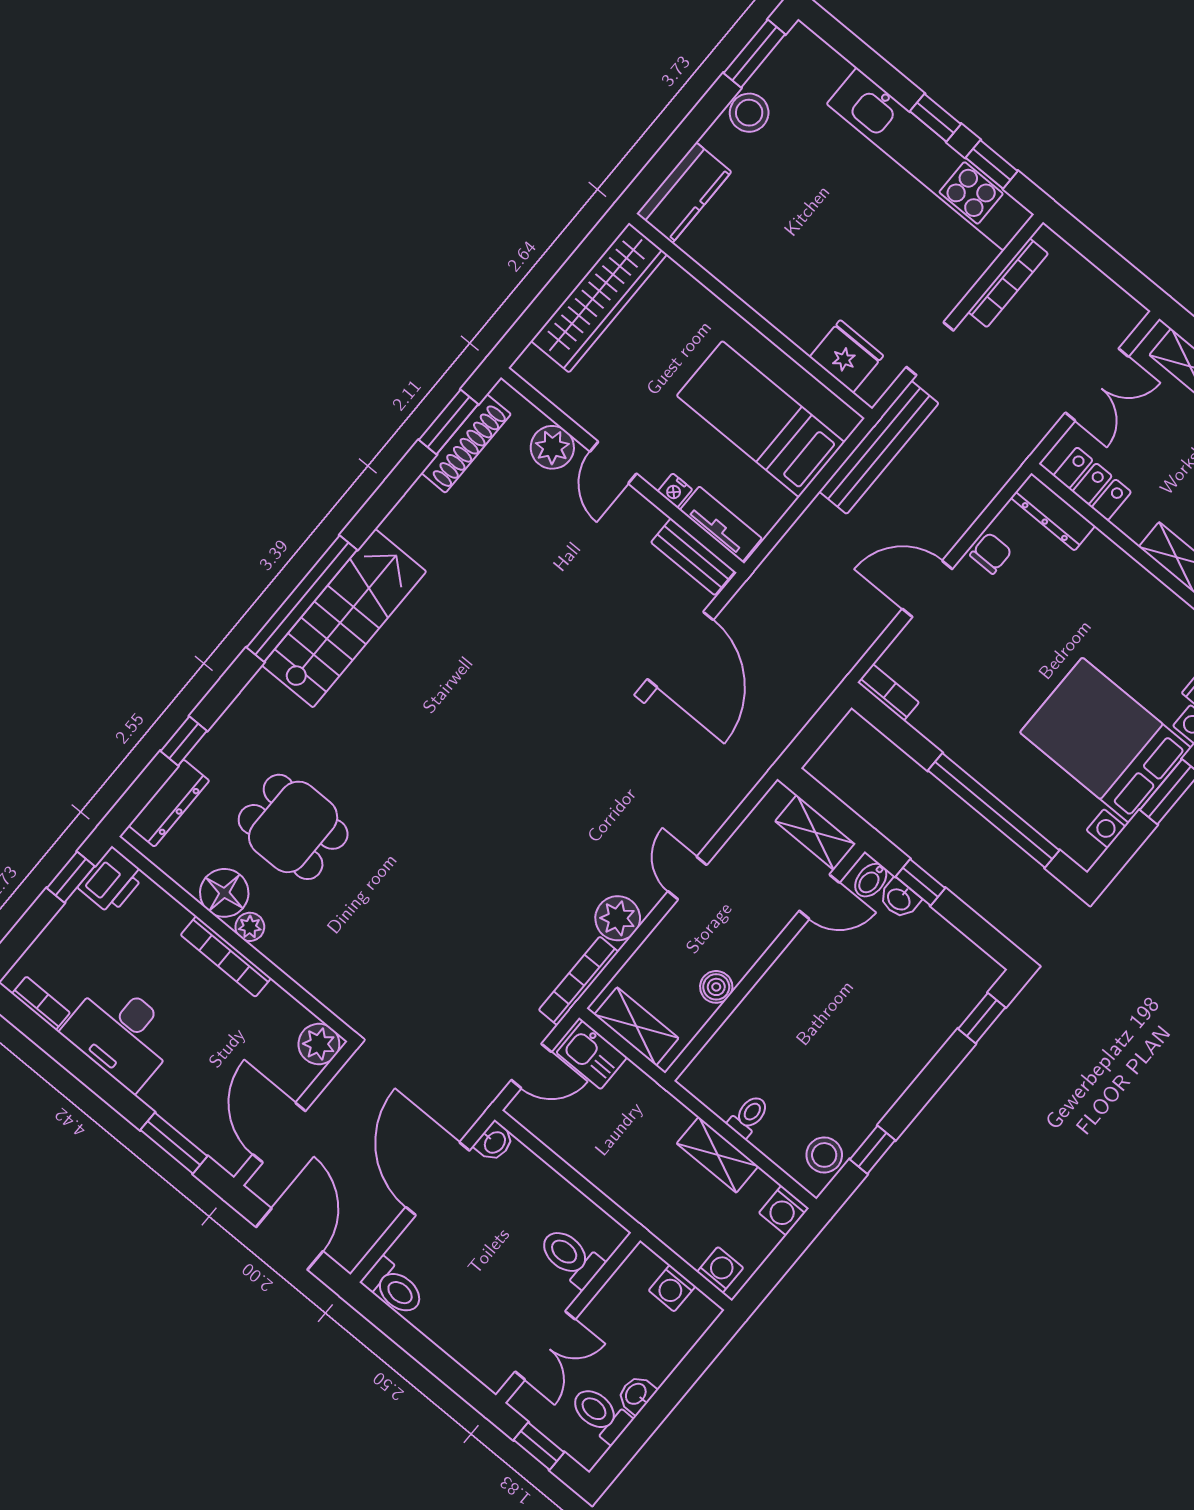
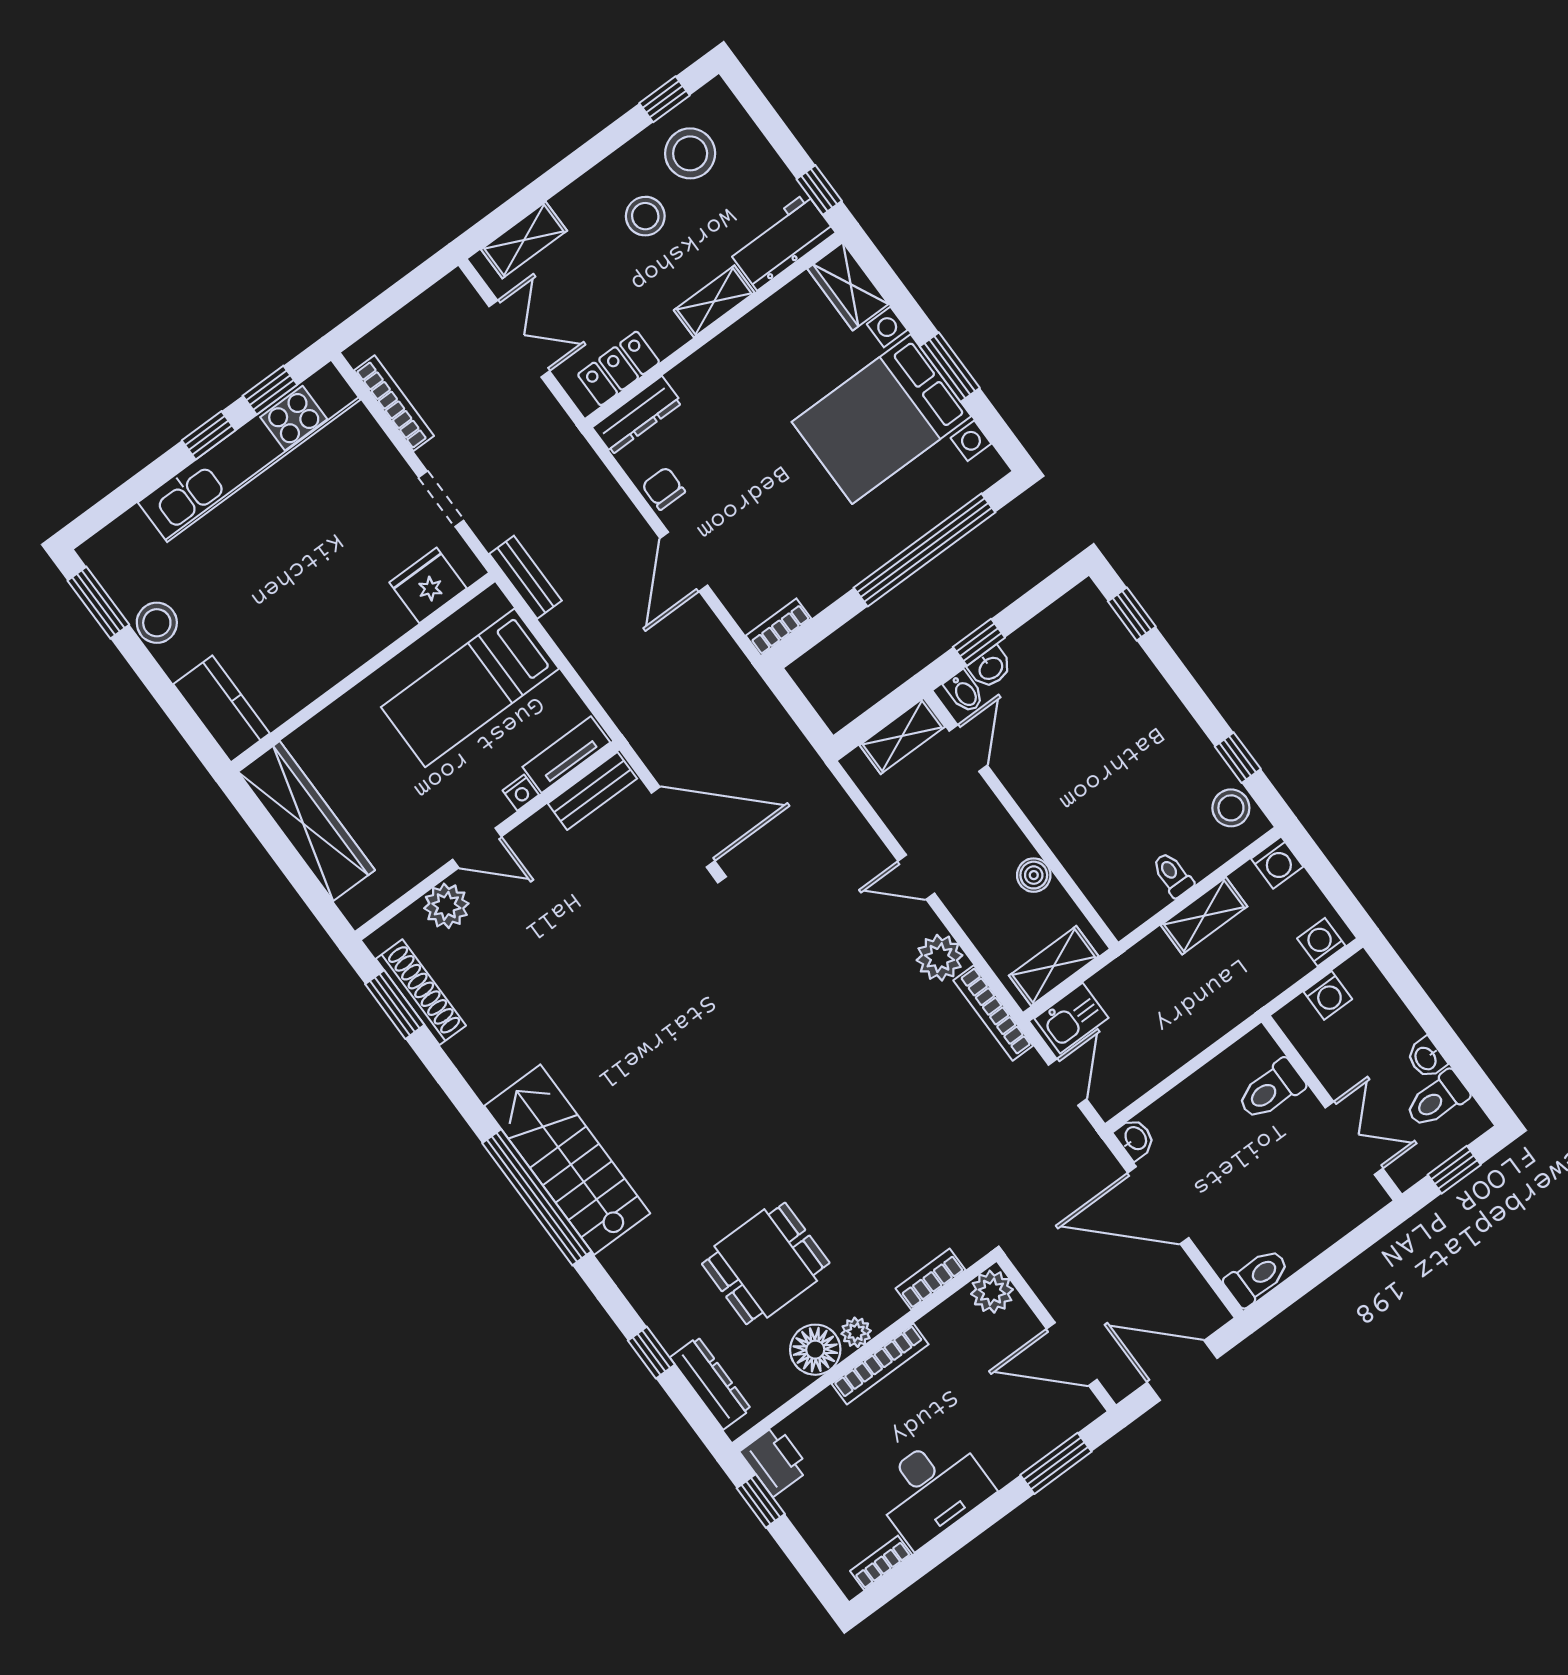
bench: (879, 447) -> (526, 577), width x0.54, depth x0.82
bookcase: (316, 984) -> (931, 1279), added

